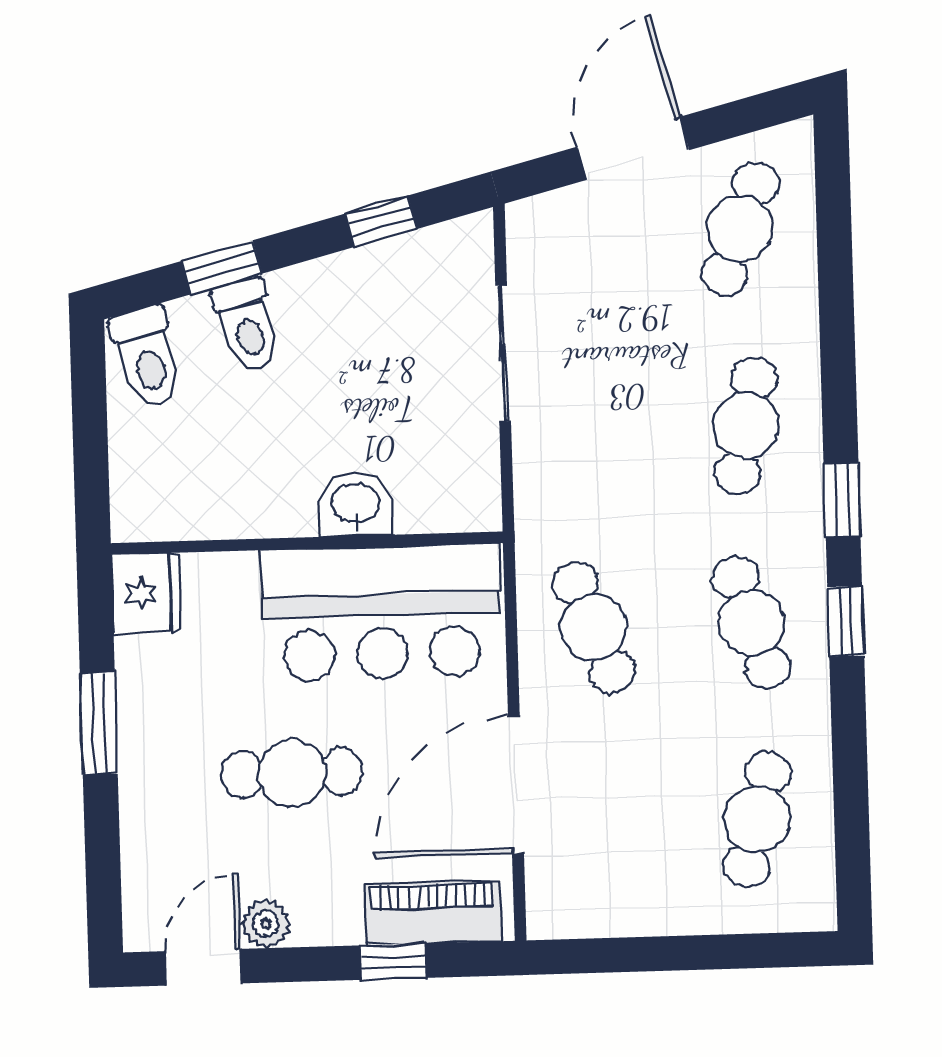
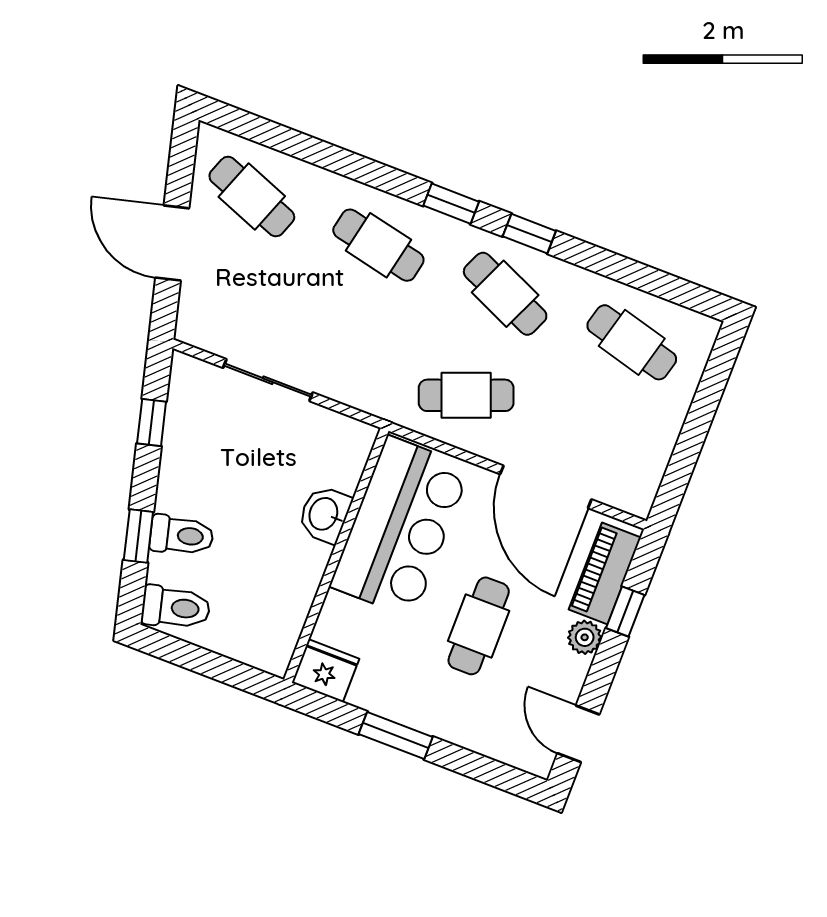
cafe table: (752, 623) -> (505, 294), turned 42
plant: (266, 924) -> (585, 637), moved

